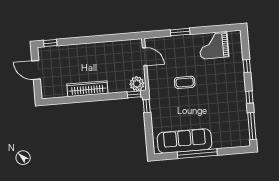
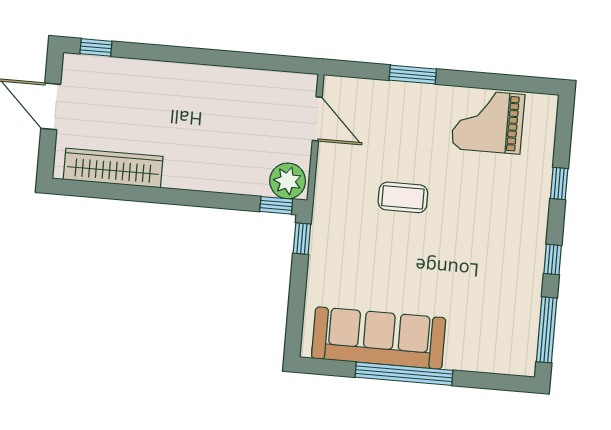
wardrobe: (87, 89) -> (113, 168), moved

